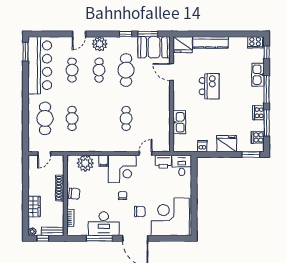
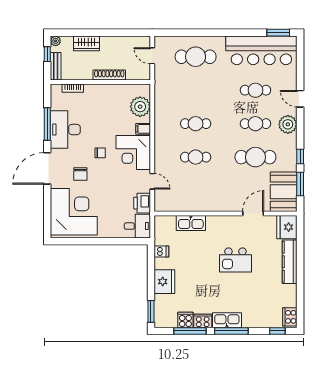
kitchen sink: (258, 75) -> (227, 320), moved
cafe table: (72, 118) -> (196, 124), moved
cooker: (258, 137) -> (185, 320), moved
chair: (74, 194) -> (102, 93), removed

